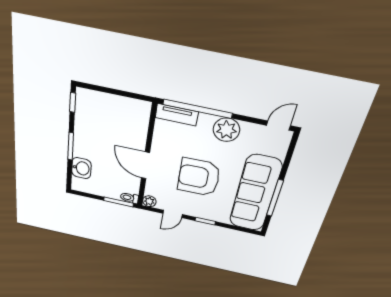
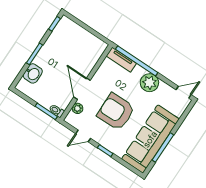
plant: (149, 201) -> (78, 108), moved

